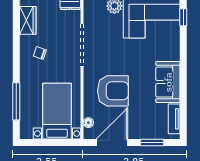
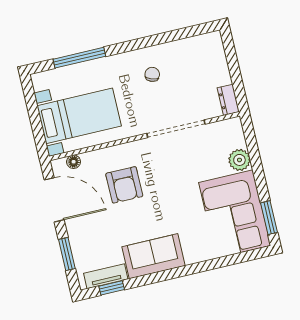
window: (183, 17) -> (112, 288), moved
wardrobe: (28, 20) -> (192, 48), removed
armchair: (113, 91) -> (124, 185), width x0.73, depth x0.73

